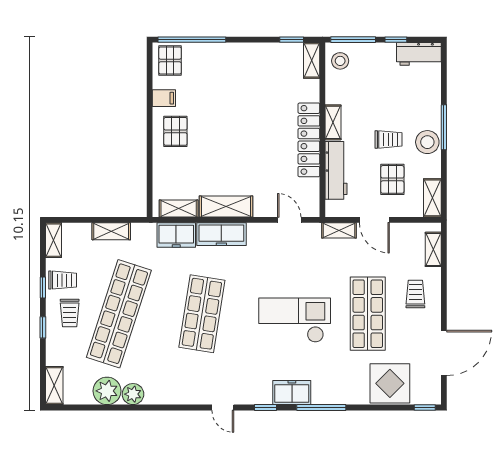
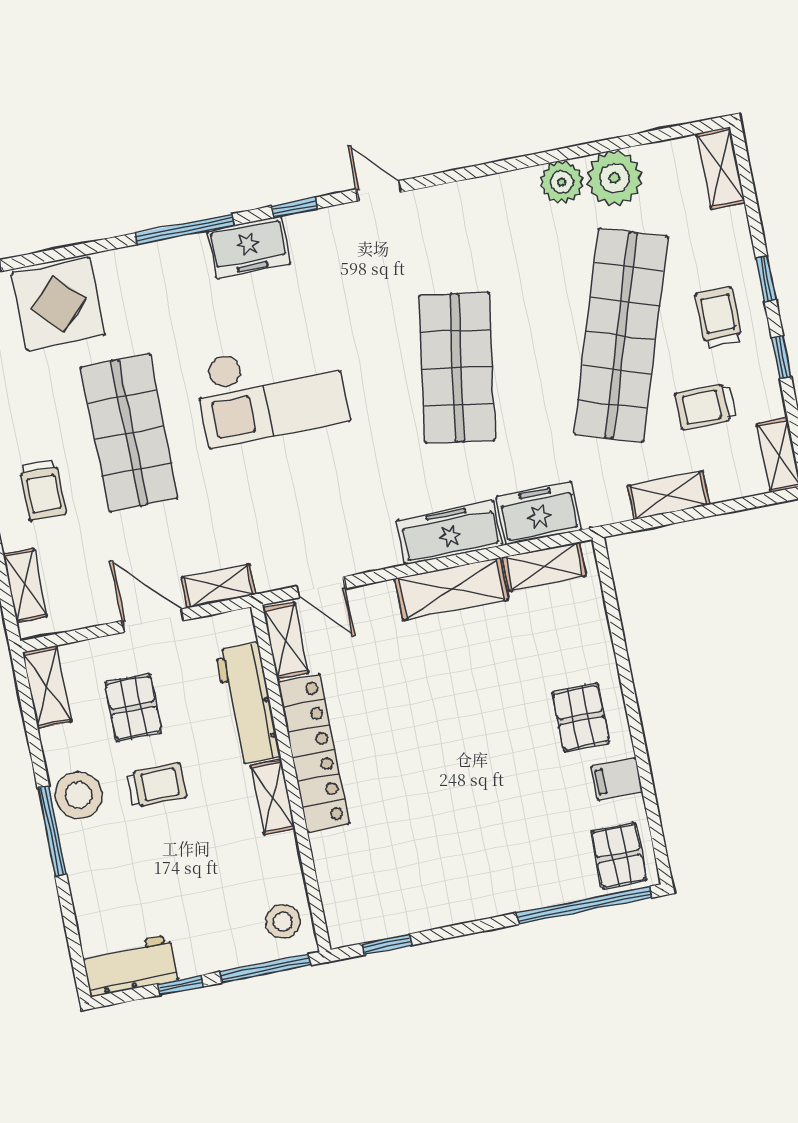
shelving: (312, 60) -> (286, 641), moved
trolley: (389, 139) -> (156, 785), turned 180
trolley: (63, 280) -> (706, 406), moved

